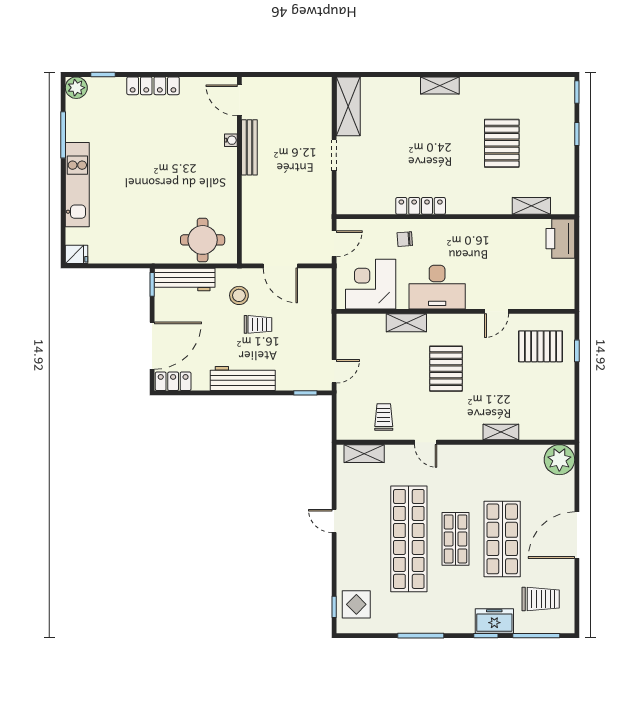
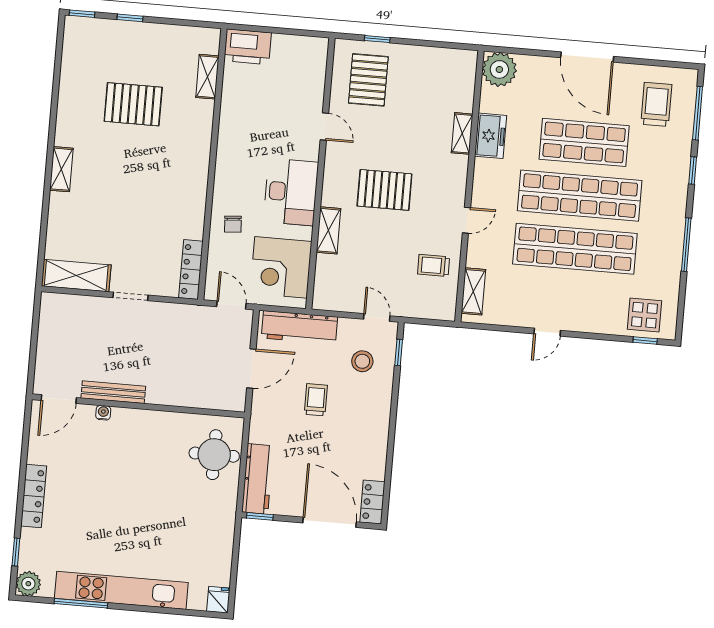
kitchen unit: (77, 185) -> (121, 590), width x1.36
locker: (421, 206) -> (191, 269), moved
stool: (239, 295) -> (362, 361), moved
workbench: (243, 379) -> (299, 327), moved, turned -90
shop shelf: (455, 539) -> (580, 196), width x2.00, depth x1.36
freezer: (494, 621) -> (491, 136), moved, turned 180

